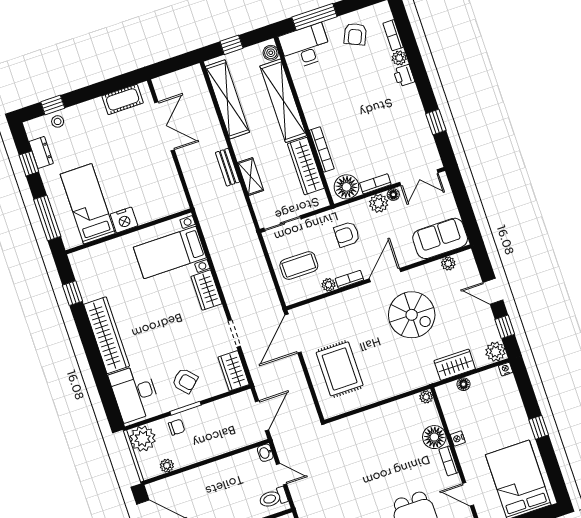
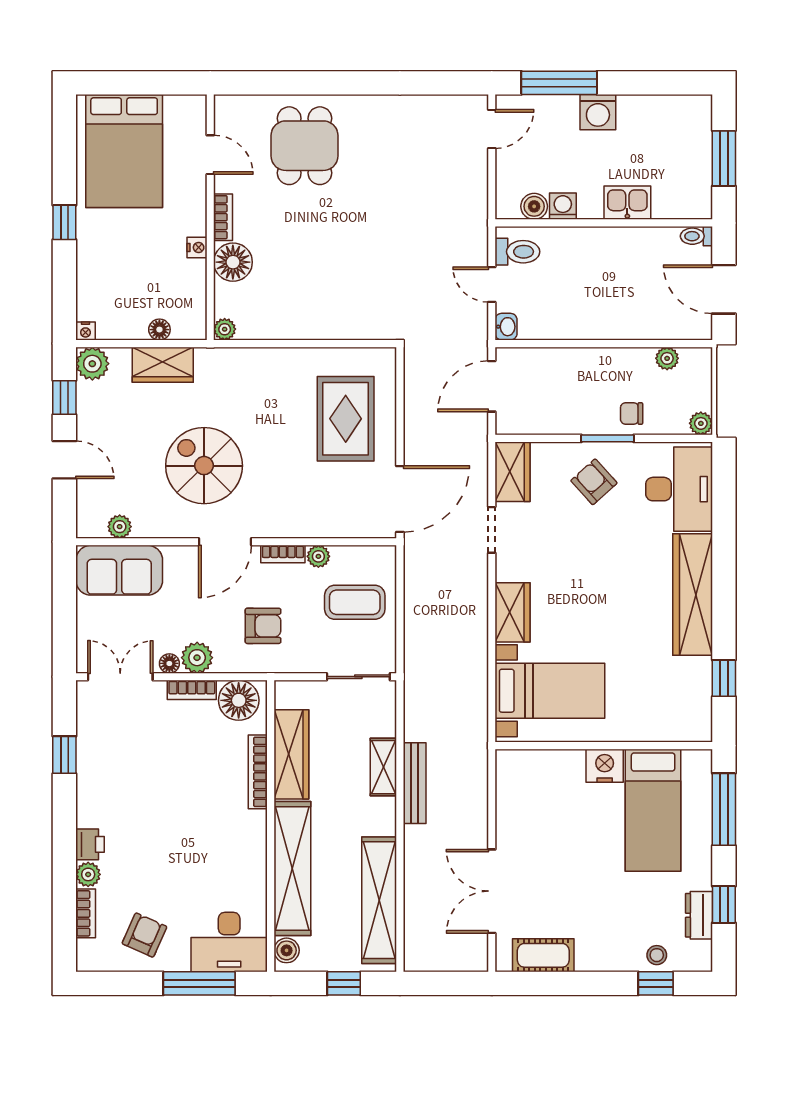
bench: (228, 167) -> (415, 783), width x1.36
plant: (143, 439) -> (701, 423), width x0.53, depth x0.53

